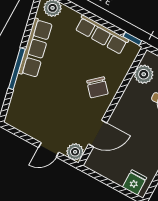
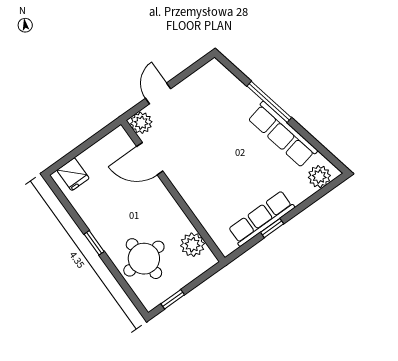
window: (132, 39) -> (272, 228), moved
chair: (97, 87) -> (203, 184), removed
door: (98, 134) -> (150, 159), hinge flipped

